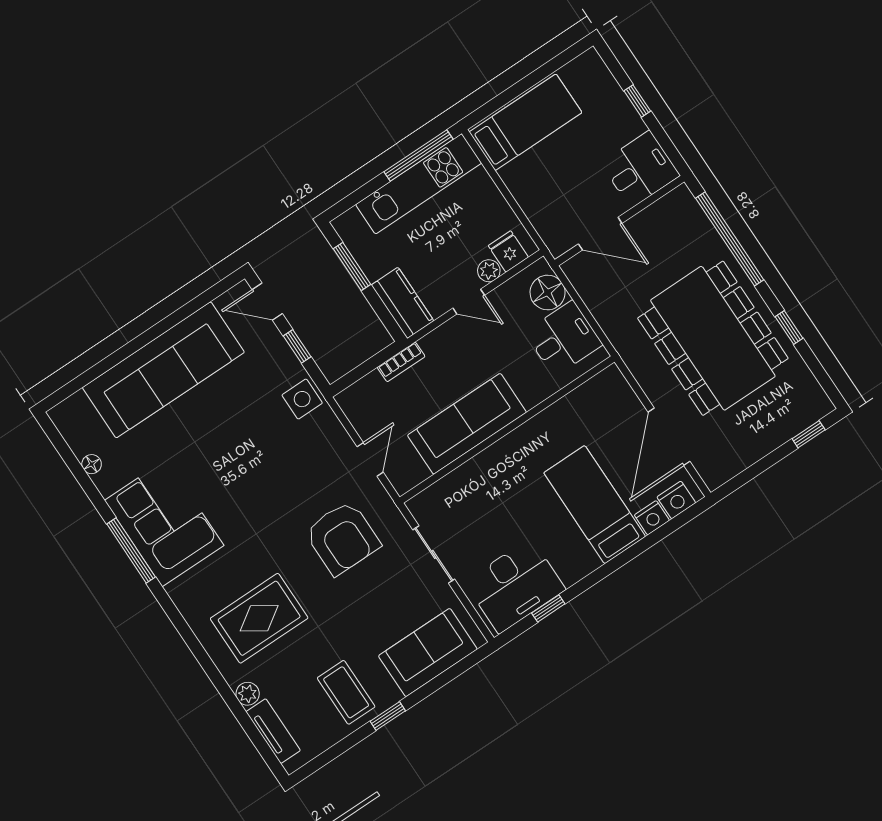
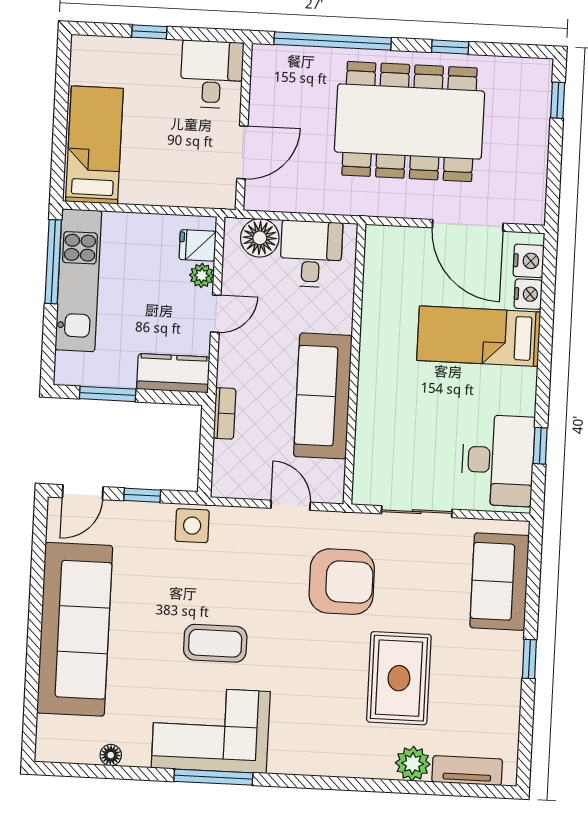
rug: (259, 618) -> (399, 678), moved
coffee table: (346, 692) -> (215, 643), moved
plant: (248, 694) -> (413, 764), width x1.38, depth x1.38

